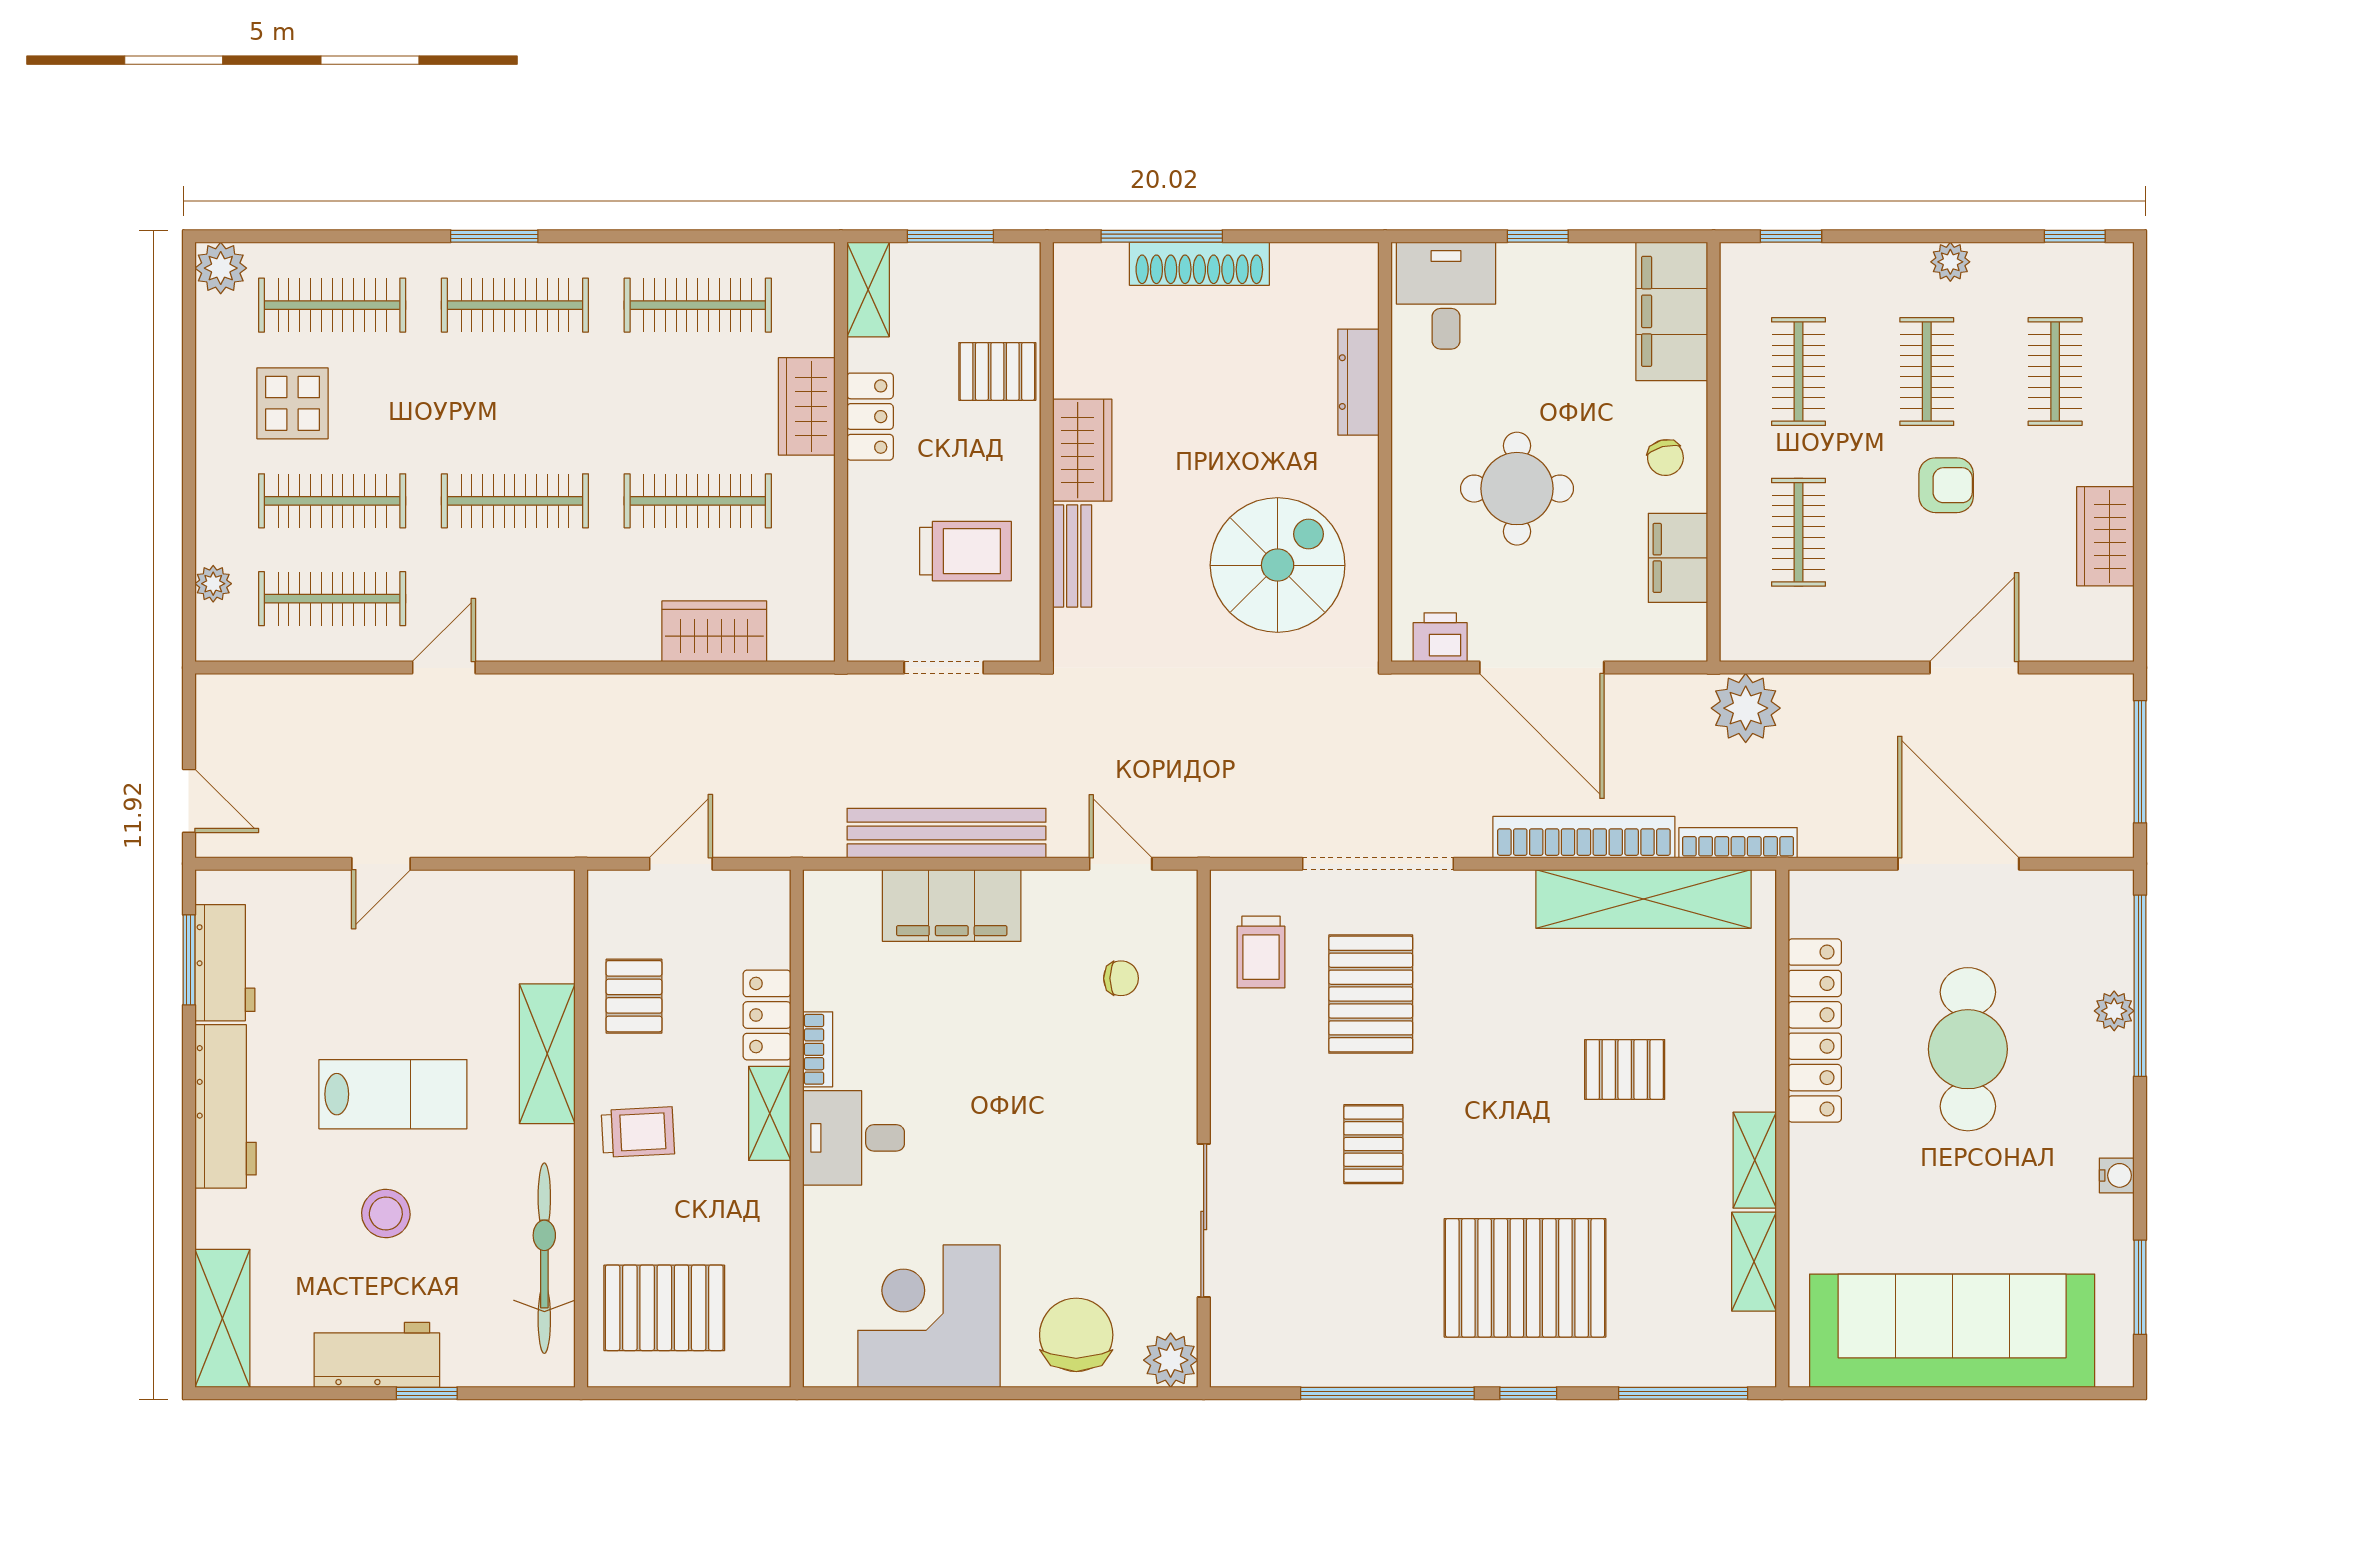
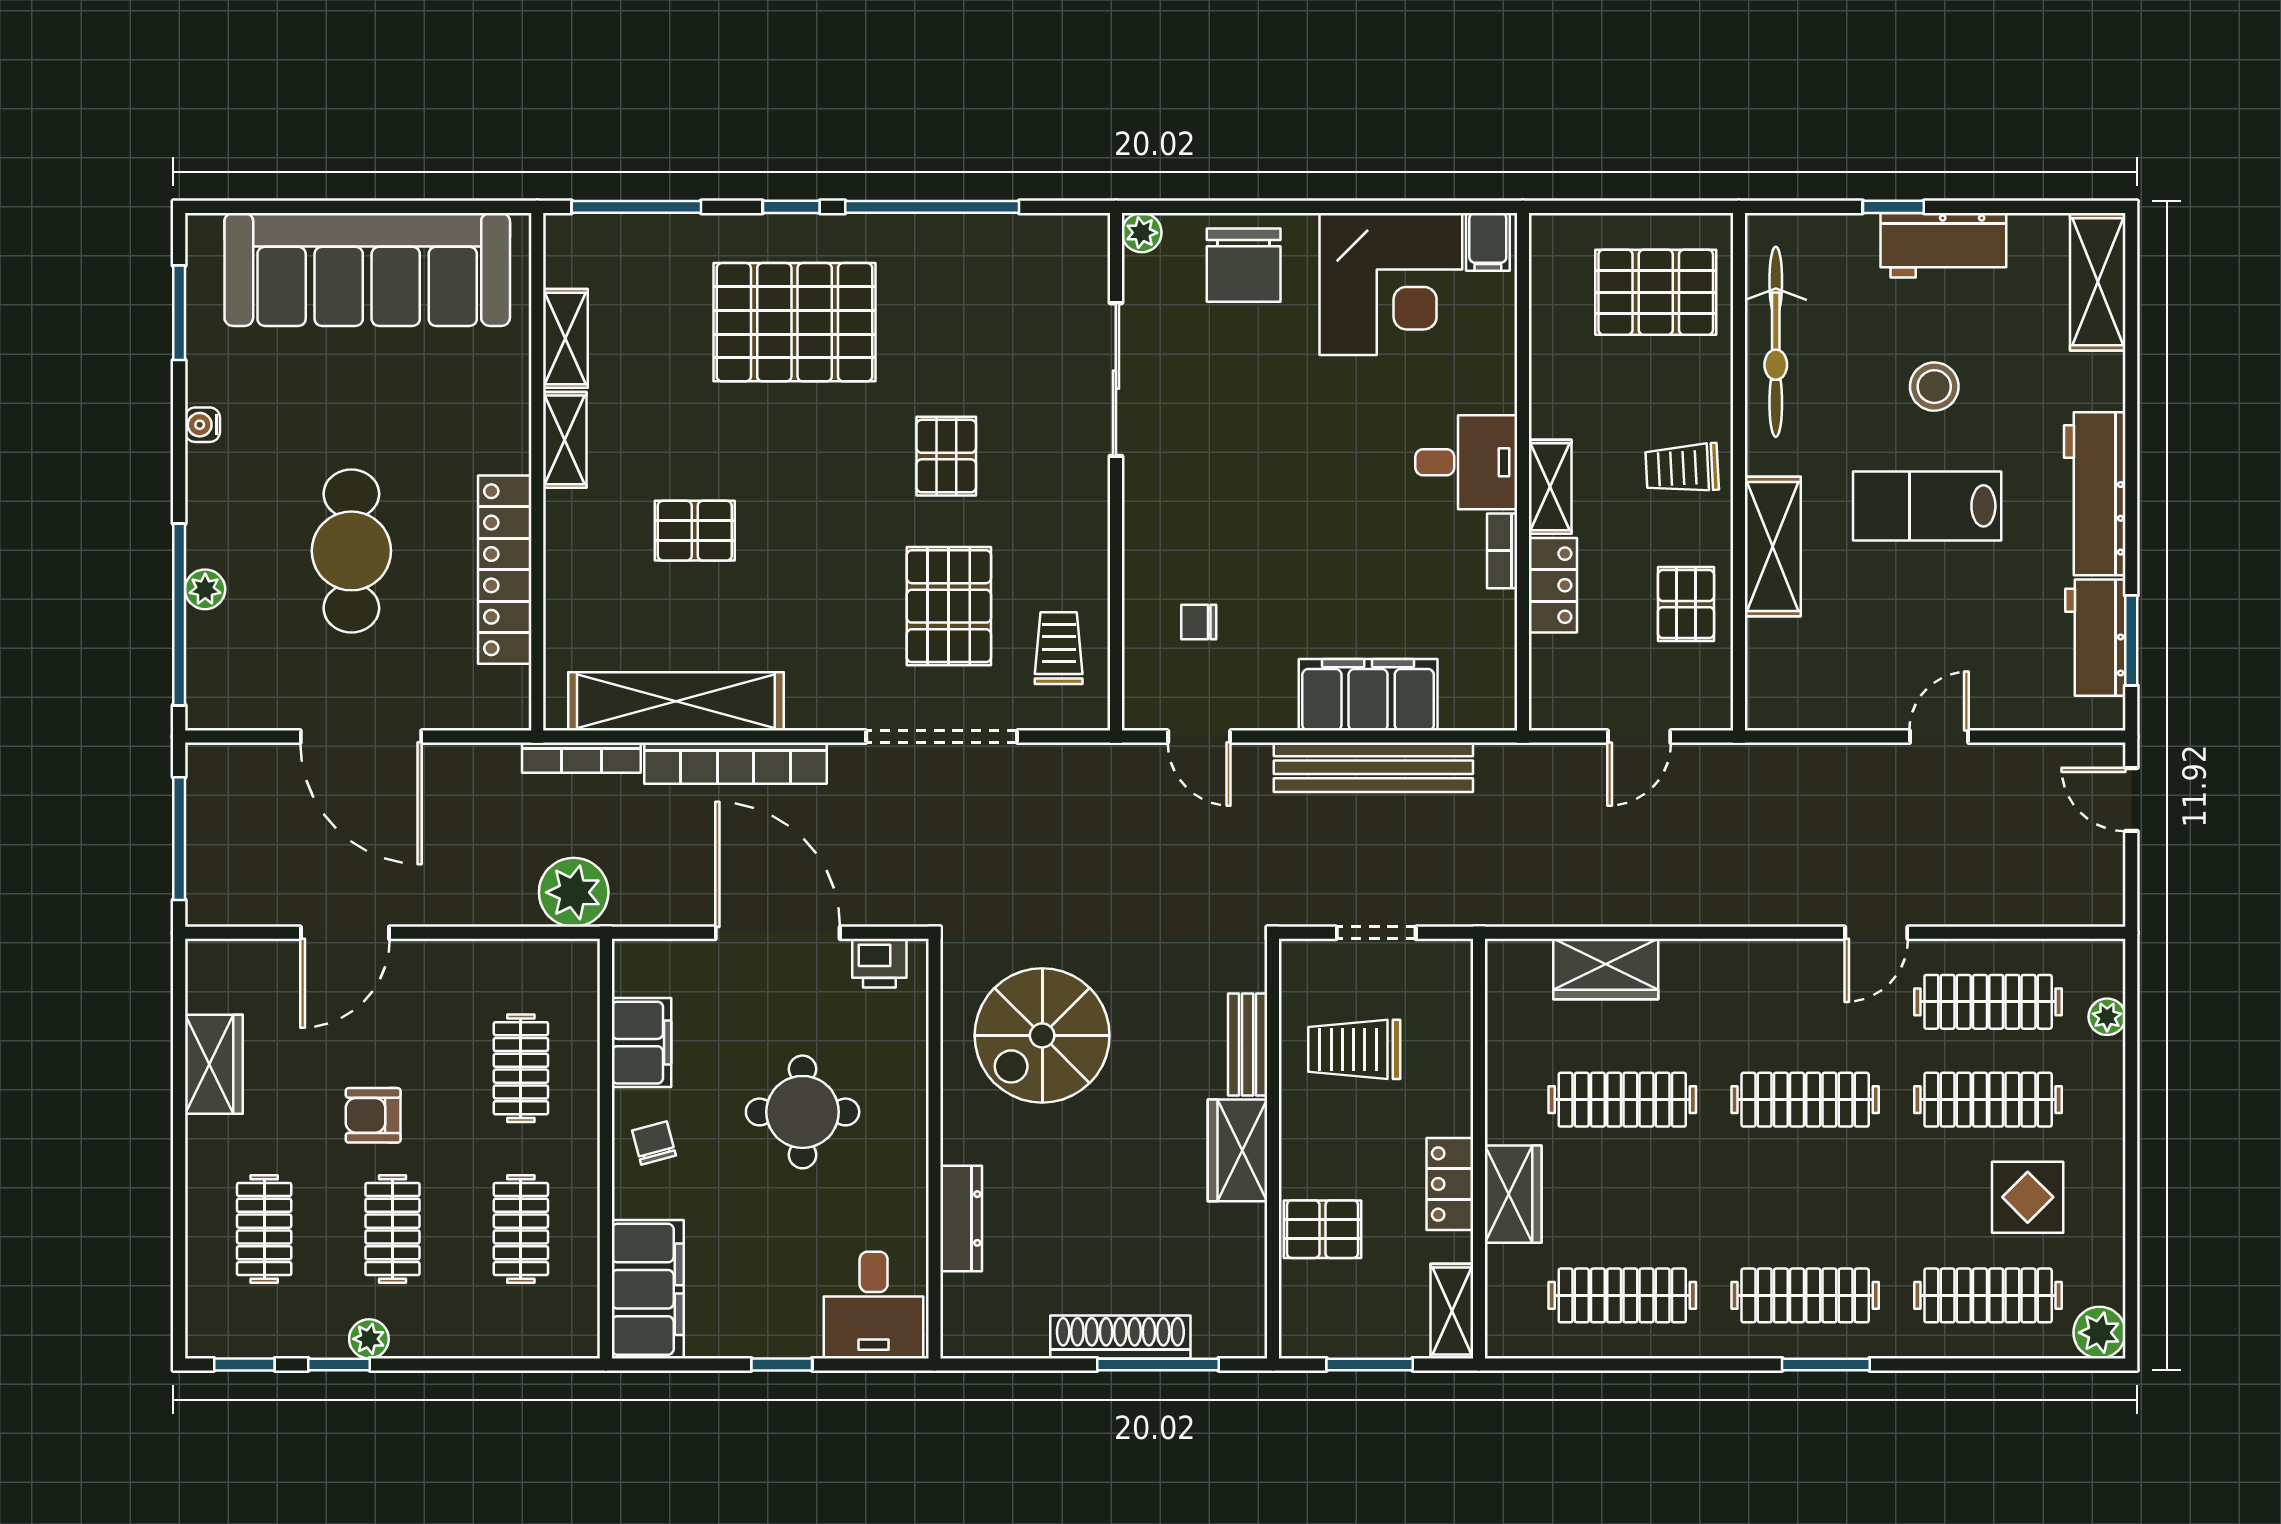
window: (1791, 236) -> (339, 1364), moved
filing cabinet: (832, 1358) -> (1488, 242), added
plant: (1171, 1360) -> (1142, 233), width x0.73, depth x0.73

